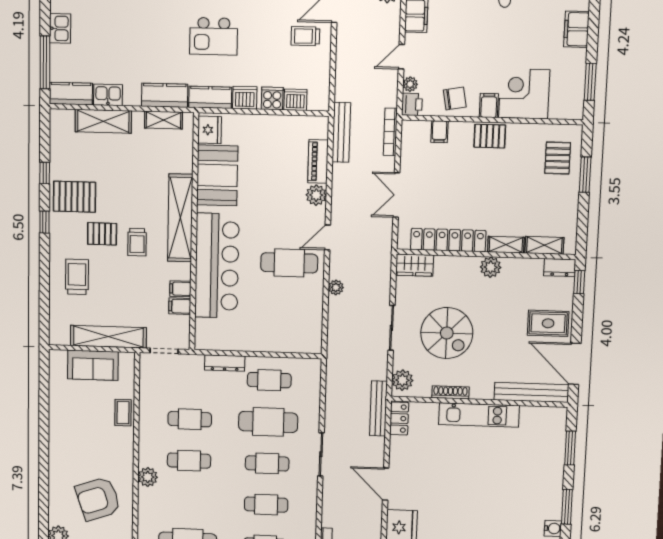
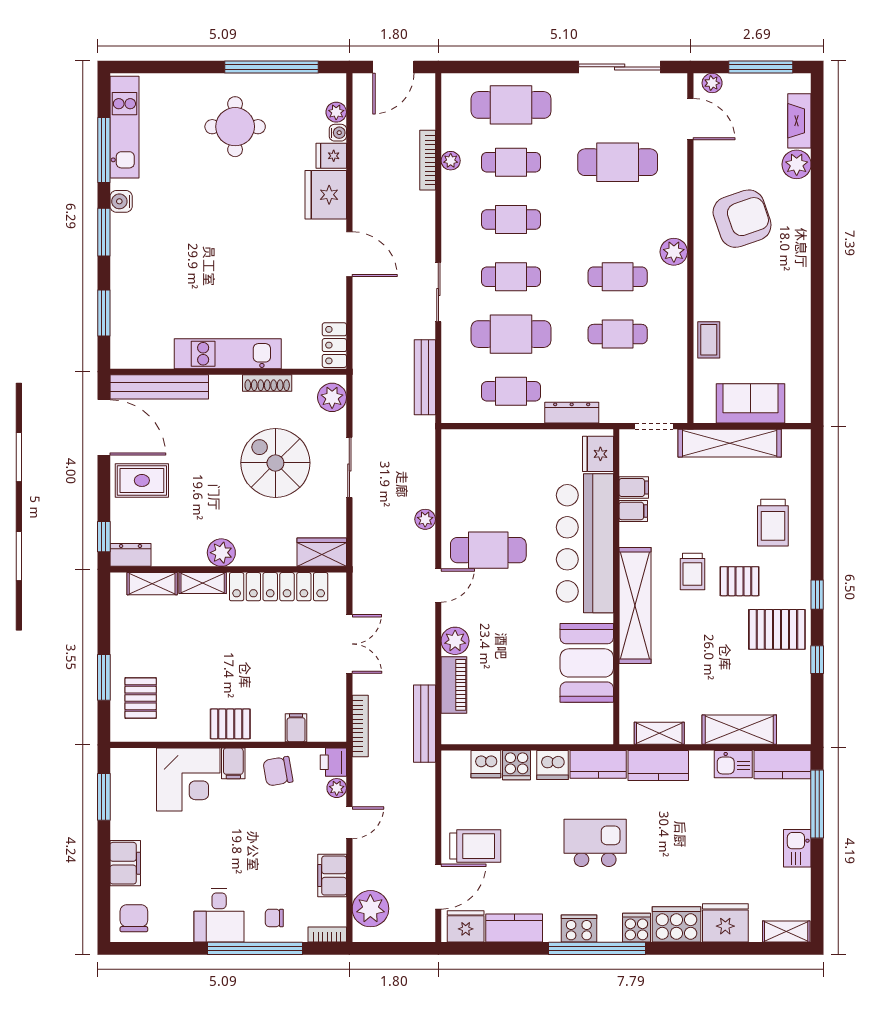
trolley: (305, 36) -> (475, 846), width x1.36, depth x1.39
fridge: (210, 130) -> (598, 454), moved
trolley: (137, 242) -> (692, 571), turned 180
bench: (378, 409) -> (425, 377), moved

